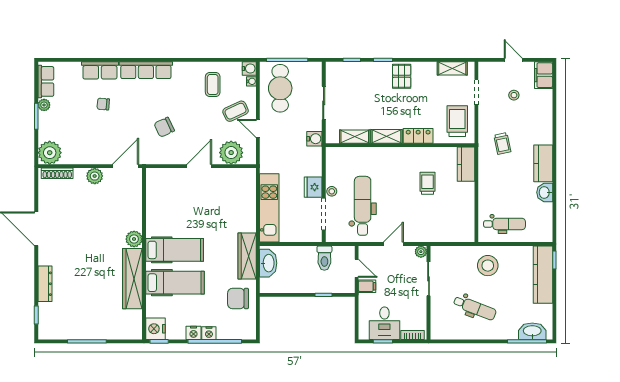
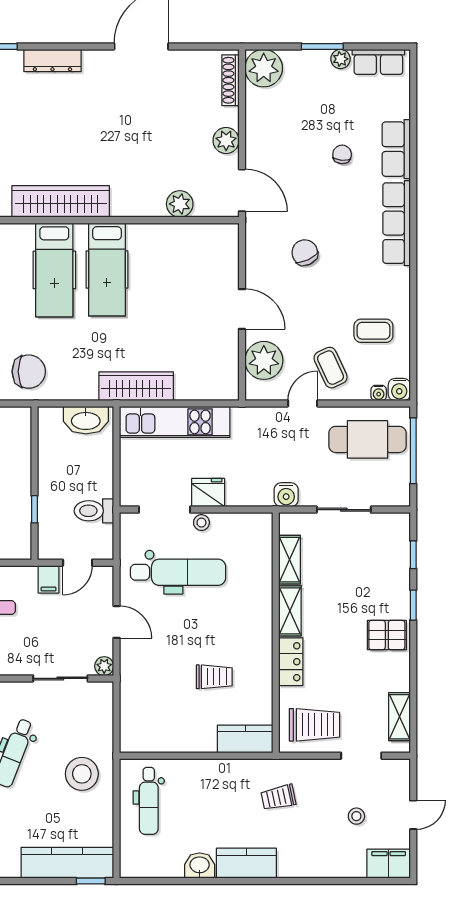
plant: (134, 239) -> (180, 204), moved
wardrobe: (247, 256) -> (136, 386), moved
chair: (238, 299) -> (29, 372), turned 90

